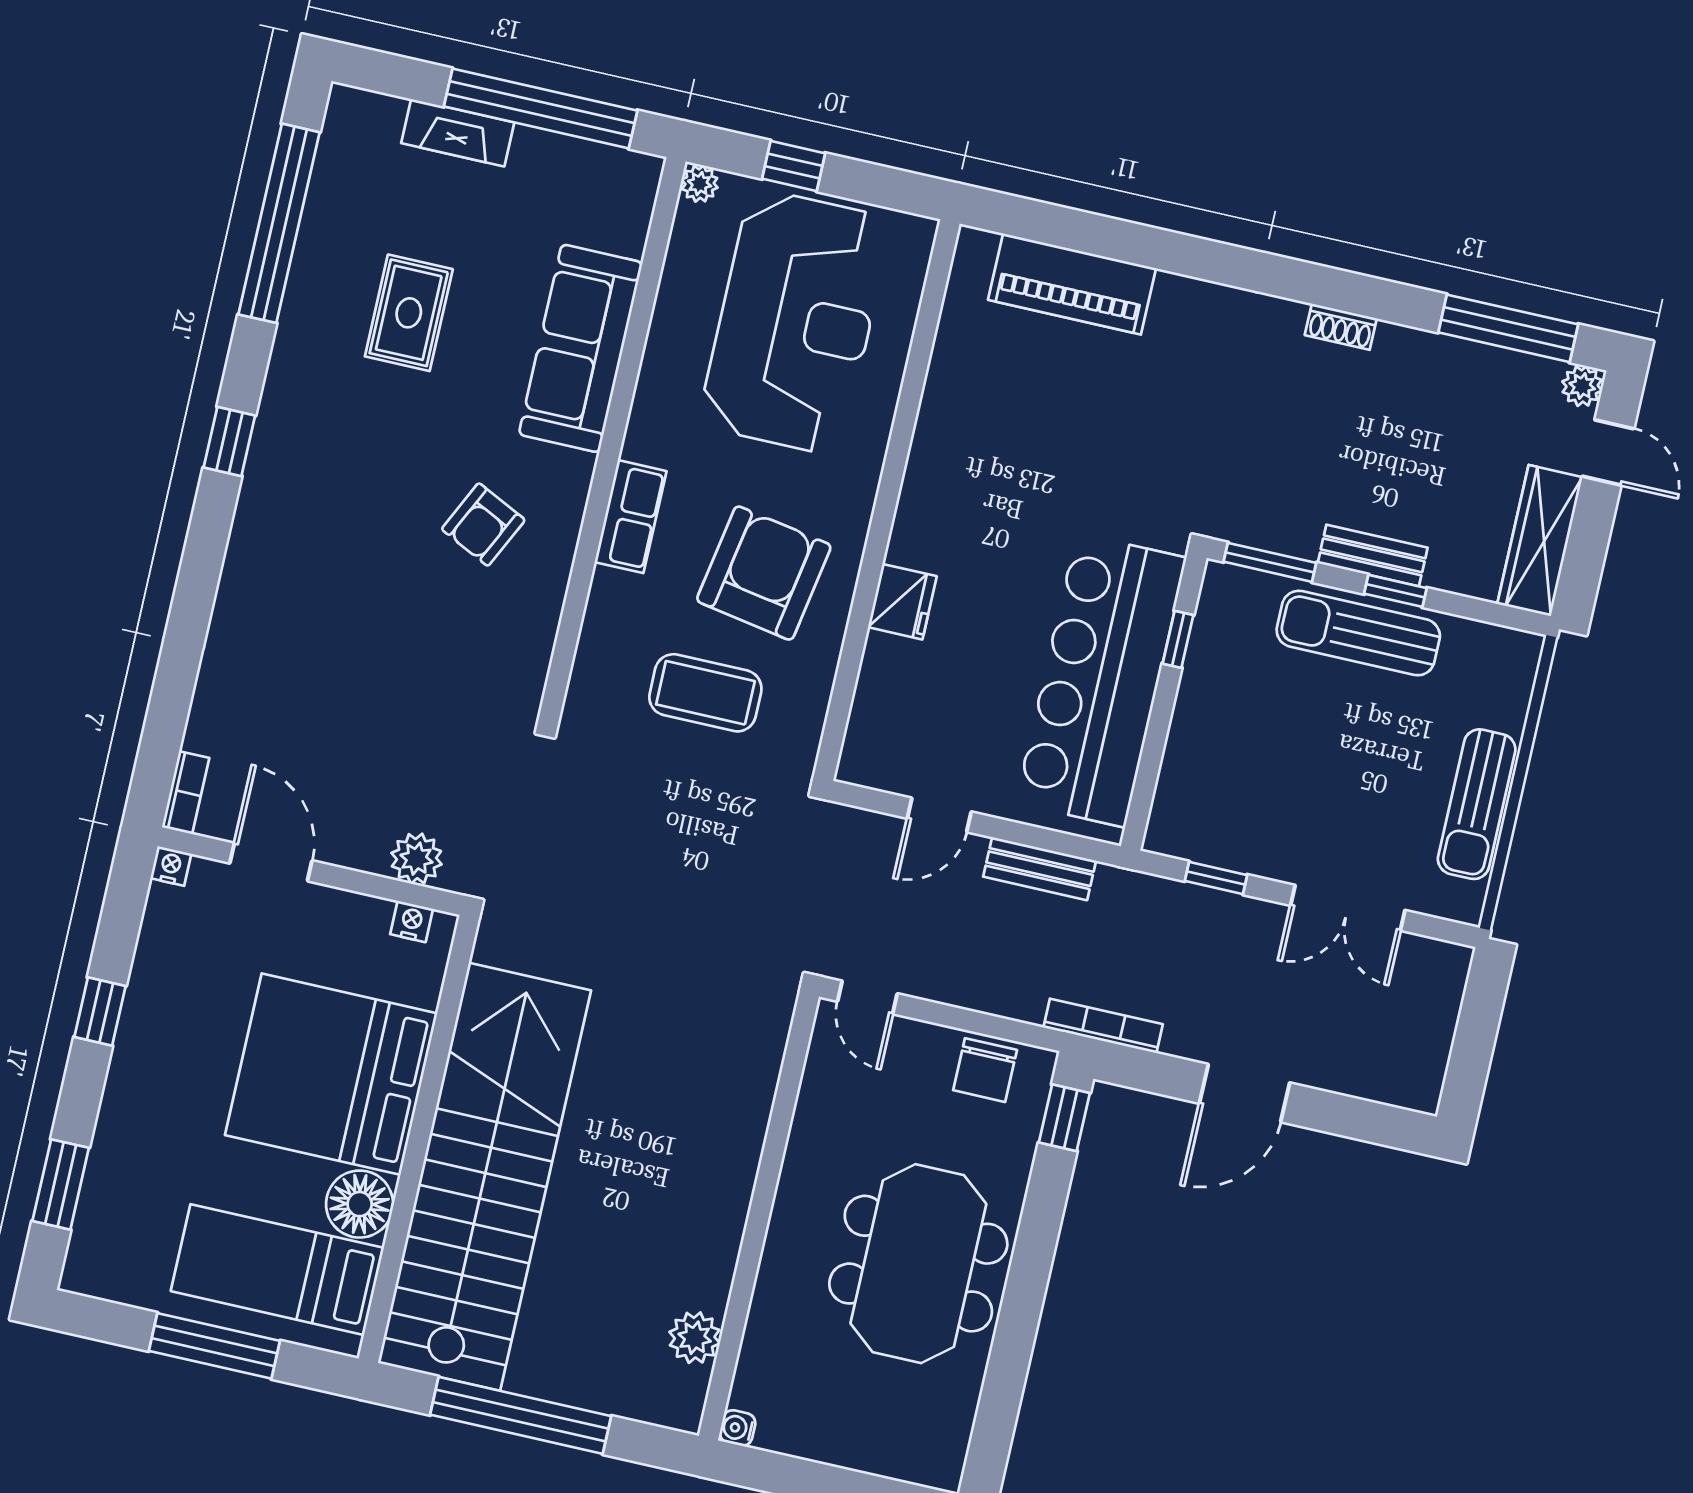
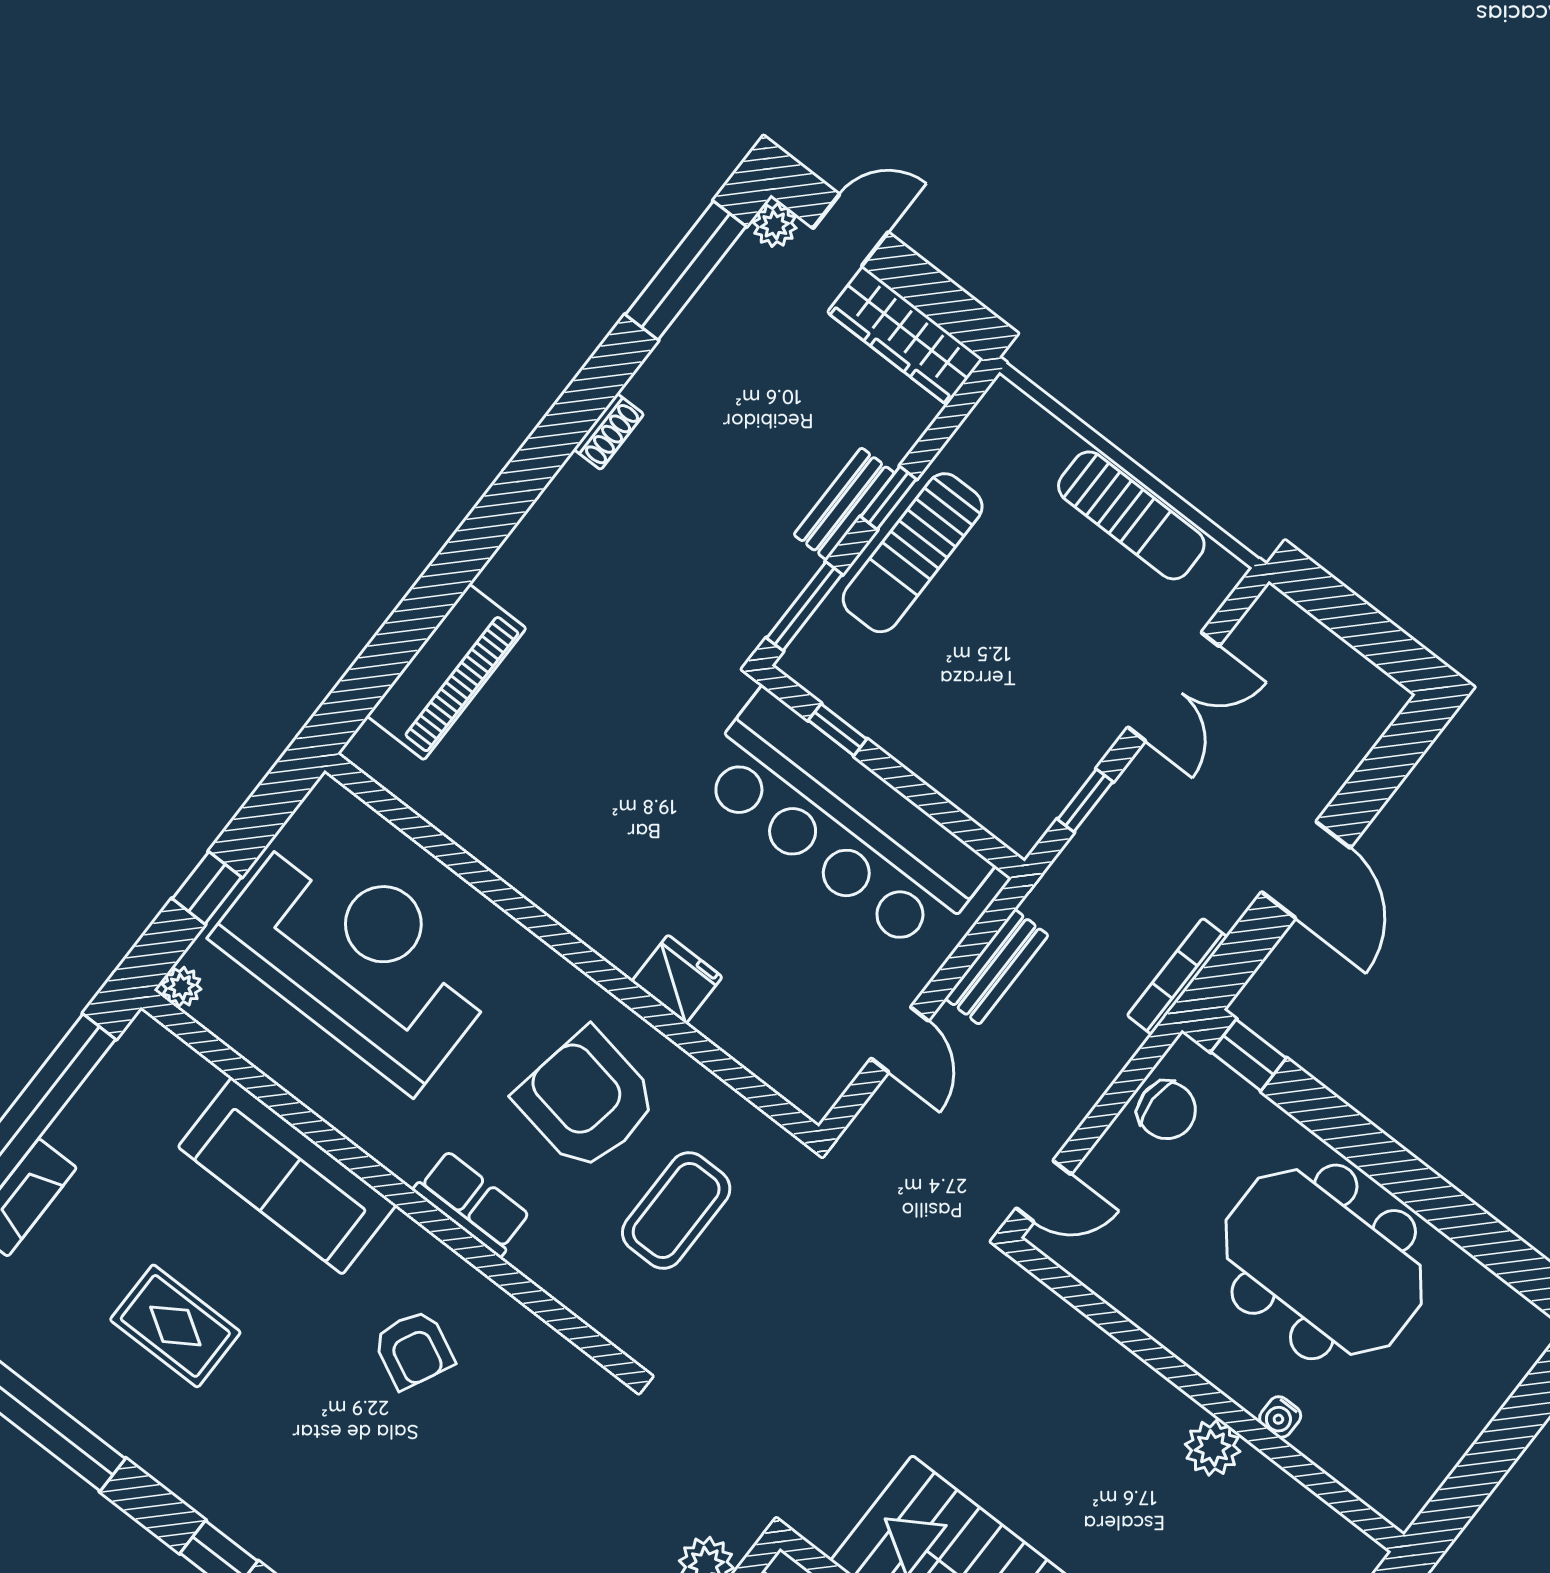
plant: (695, 1338) -> (1213, 1448), moved
water cooler: (738, 1428) -> (1280, 1417), moved

